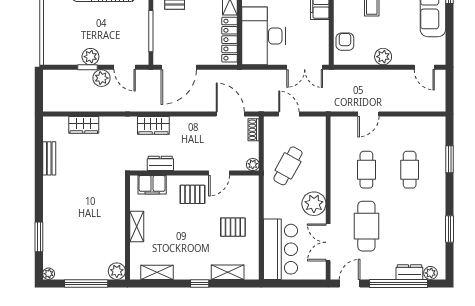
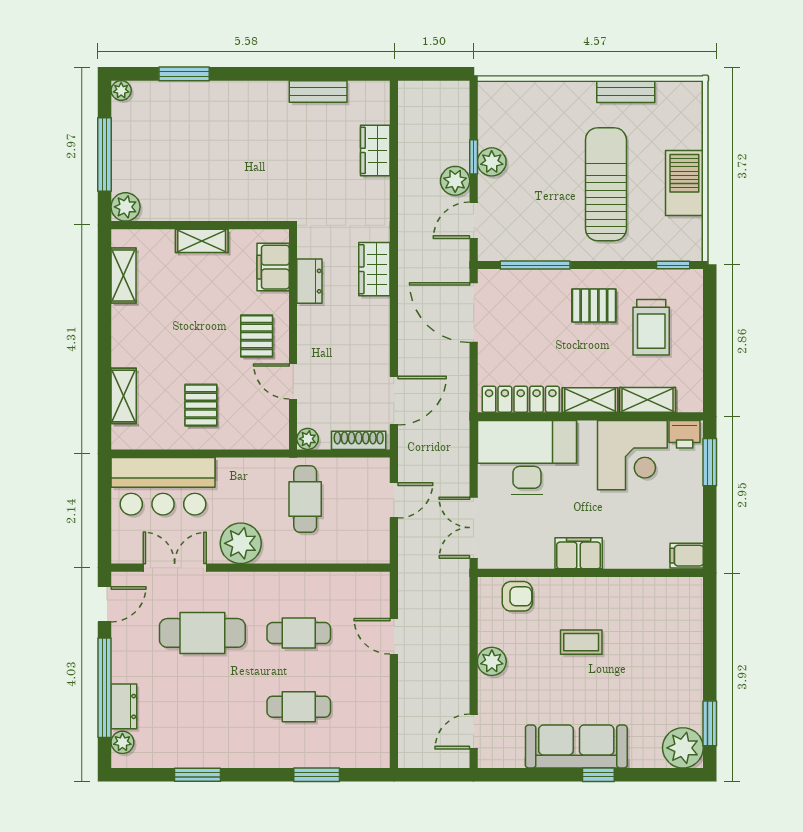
shoe rack: (254, 130) -> (359, 440), width x1.43
cafe table: (288, 166) -> (305, 499), turned 61
window: (200, 283) -> (105, 348), removed
door: (350, 283) -> (105, 604), hinge flipped

